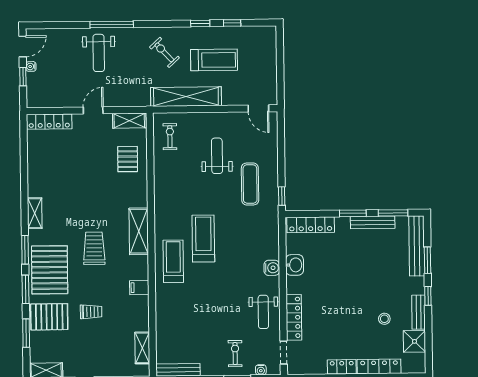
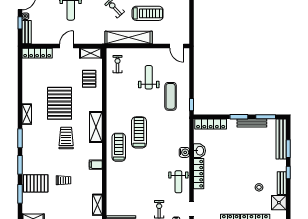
bench: (33, 90) -> (27, 32), added
pallet: (50, 270) -> (60, 103), moved
locker: (294, 317) -> (199, 174), moved

